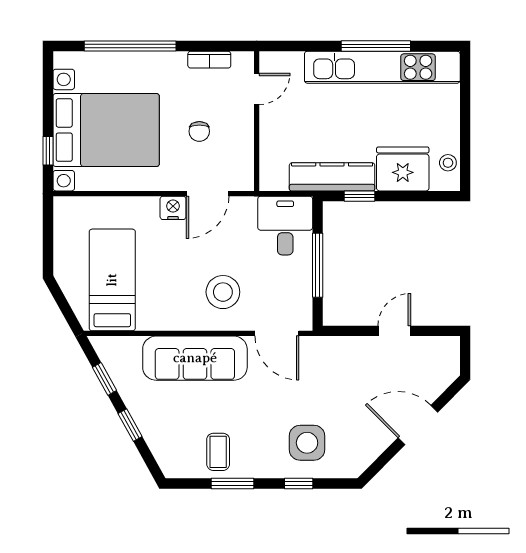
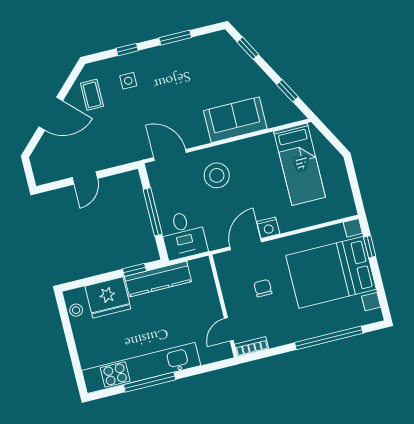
bookcase: (209, 60) -> (252, 346), moved
sofa: (195, 358) -> (235, 120), width x0.73
window: (130, 425) -> (248, 48), moved
side table: (307, 443) -> (128, 81), width x0.54, depth x0.54
coffee table: (218, 452) -> (92, 95), moved

